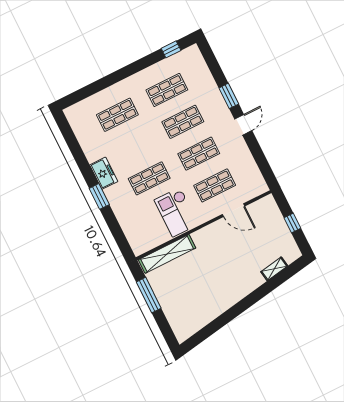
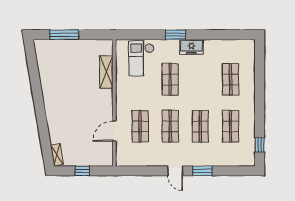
checkout: (176, 212) -> (141, 58), moved, turned -90
shelving: (167, 254) -> (106, 72), width x0.68
shelving: (274, 269) -> (57, 155), moved
window: (149, 295) -> (64, 35), moved

